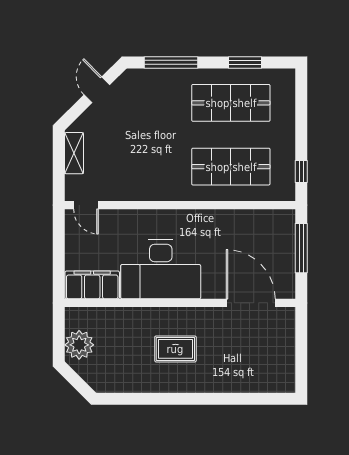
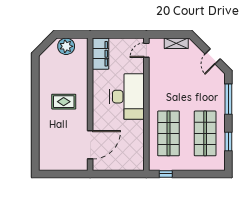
door: (97, 90) -> (213, 56), swing flipped
window: (301, 248) -> (122, 174), removed
desk: (161, 269) -> (127, 97), moved, turned 180
rug: (175, 349) -> (64, 102), turned 90

